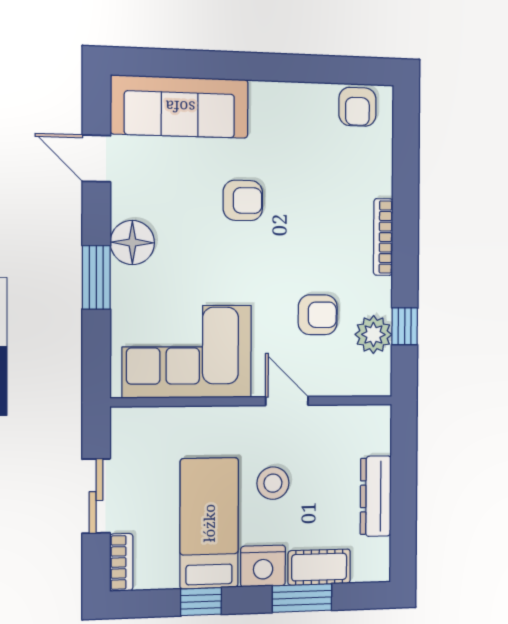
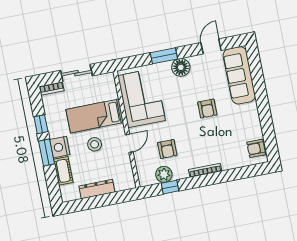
bed: (209, 523) -> (95, 116), moved, turned 180
window: (302, 598) -> (47, 153), moved

